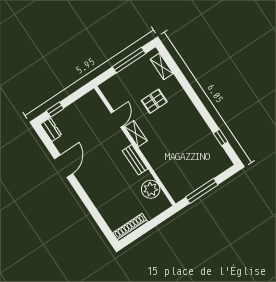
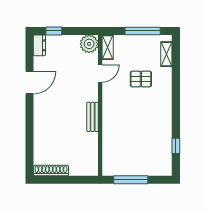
shelving: (136, 134) -> (108, 47), moved
plant: (151, 189) -> (89, 44), moved

